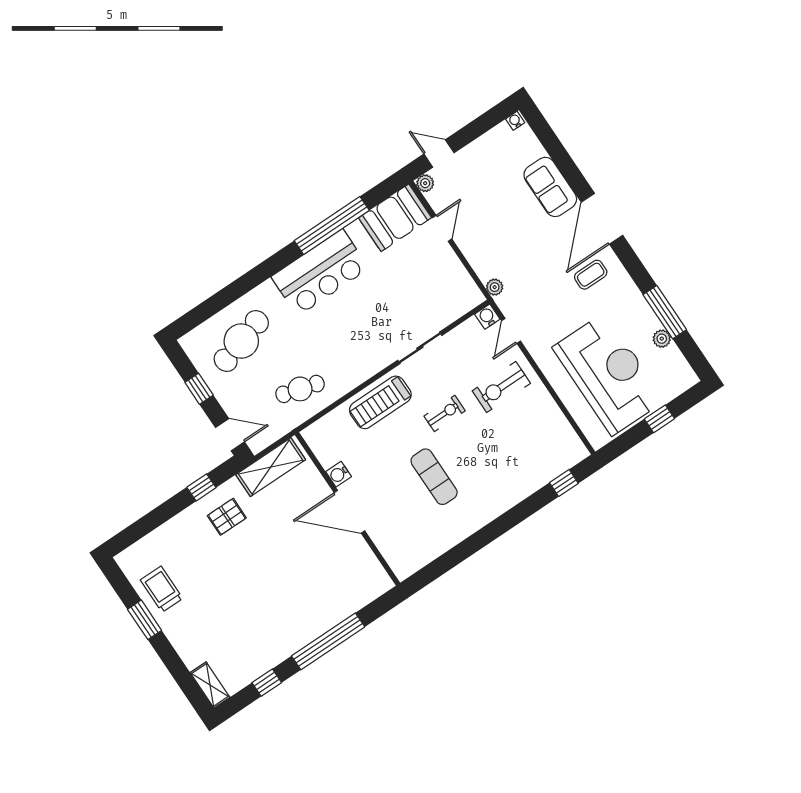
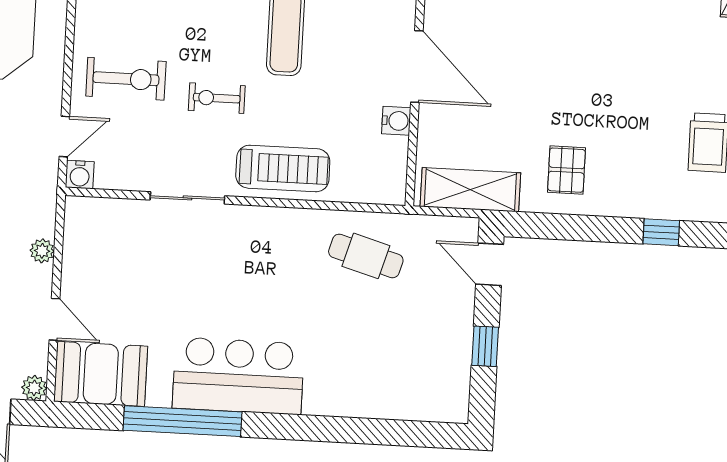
door: (442, 228) -> (54, 319), swing flipped
plant: (495, 287) -> (42, 251), moved
cafe table: (241, 341) -> (393, 365), removed
window: (201, 487) -> (661, 232), moved
pallet: (227, 517) -> (567, 170), turned 90

